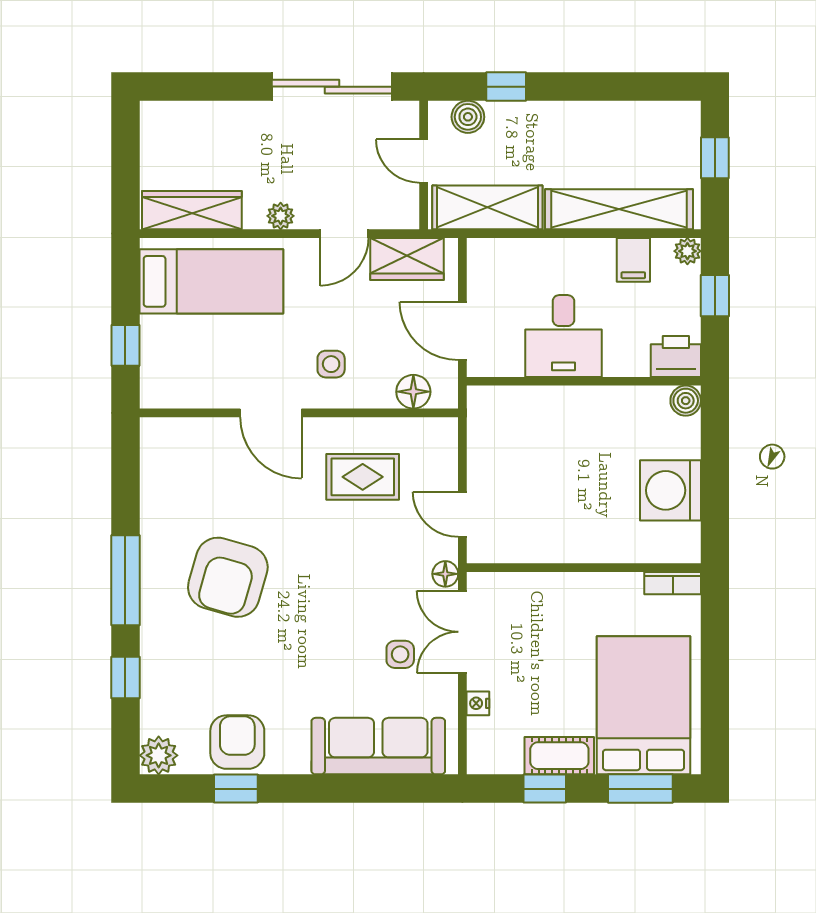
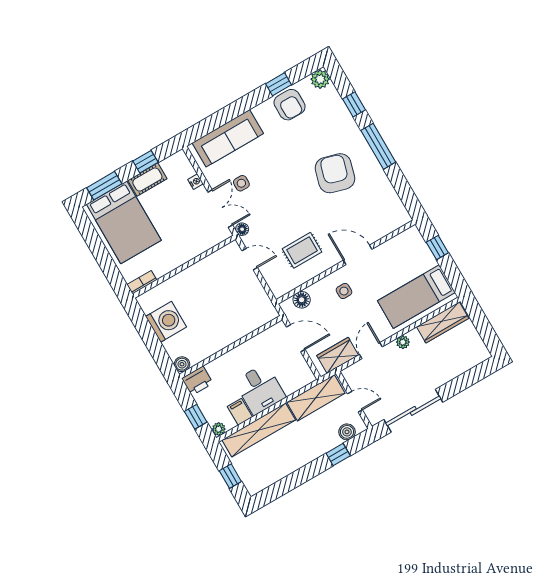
desk: (563, 336) -> (260, 389), moved, turned 180

